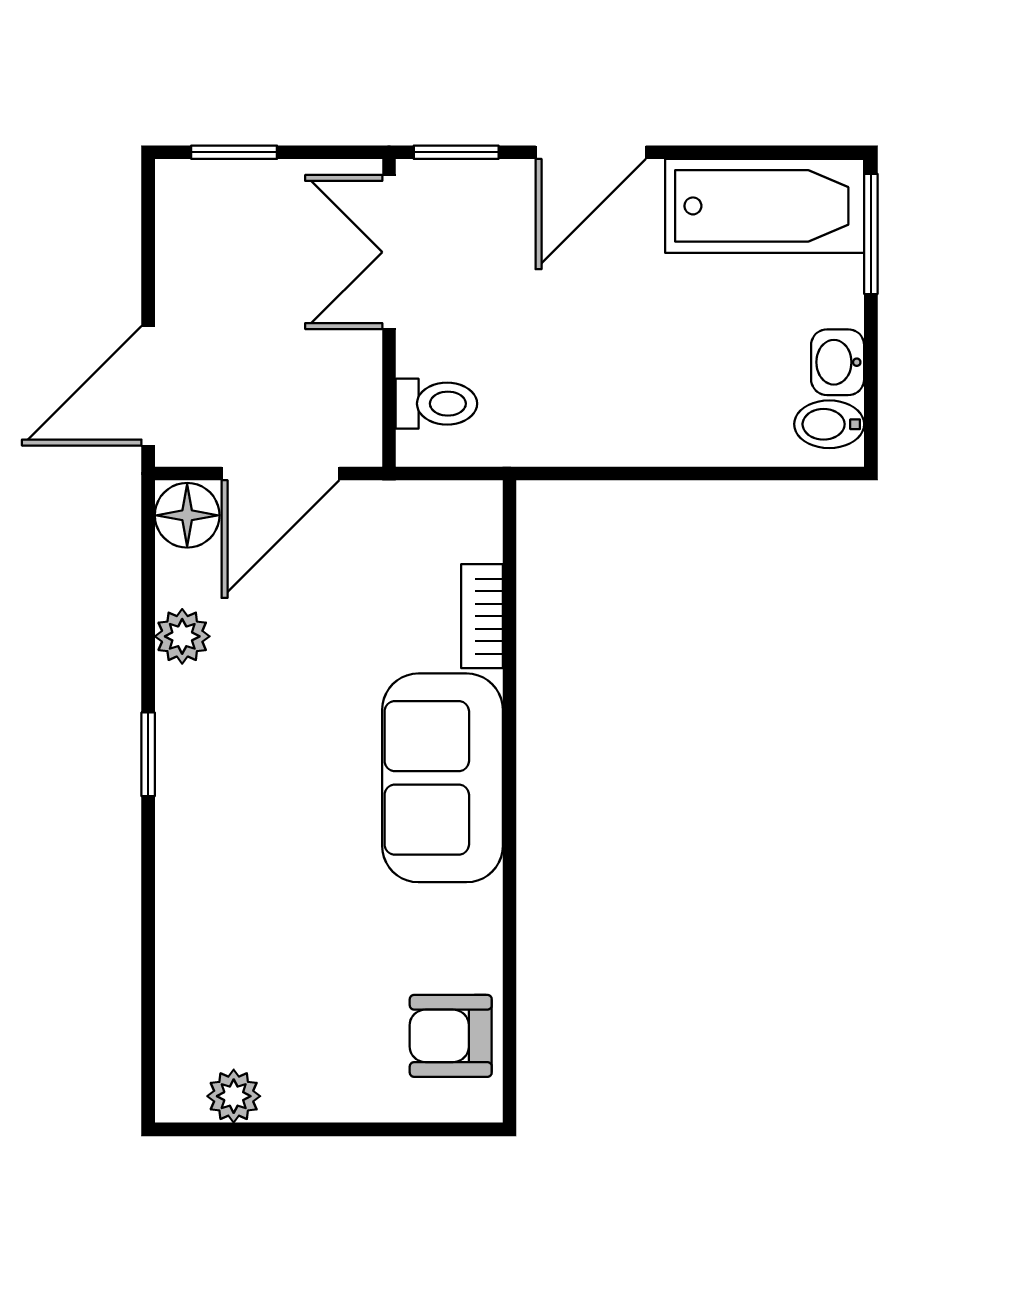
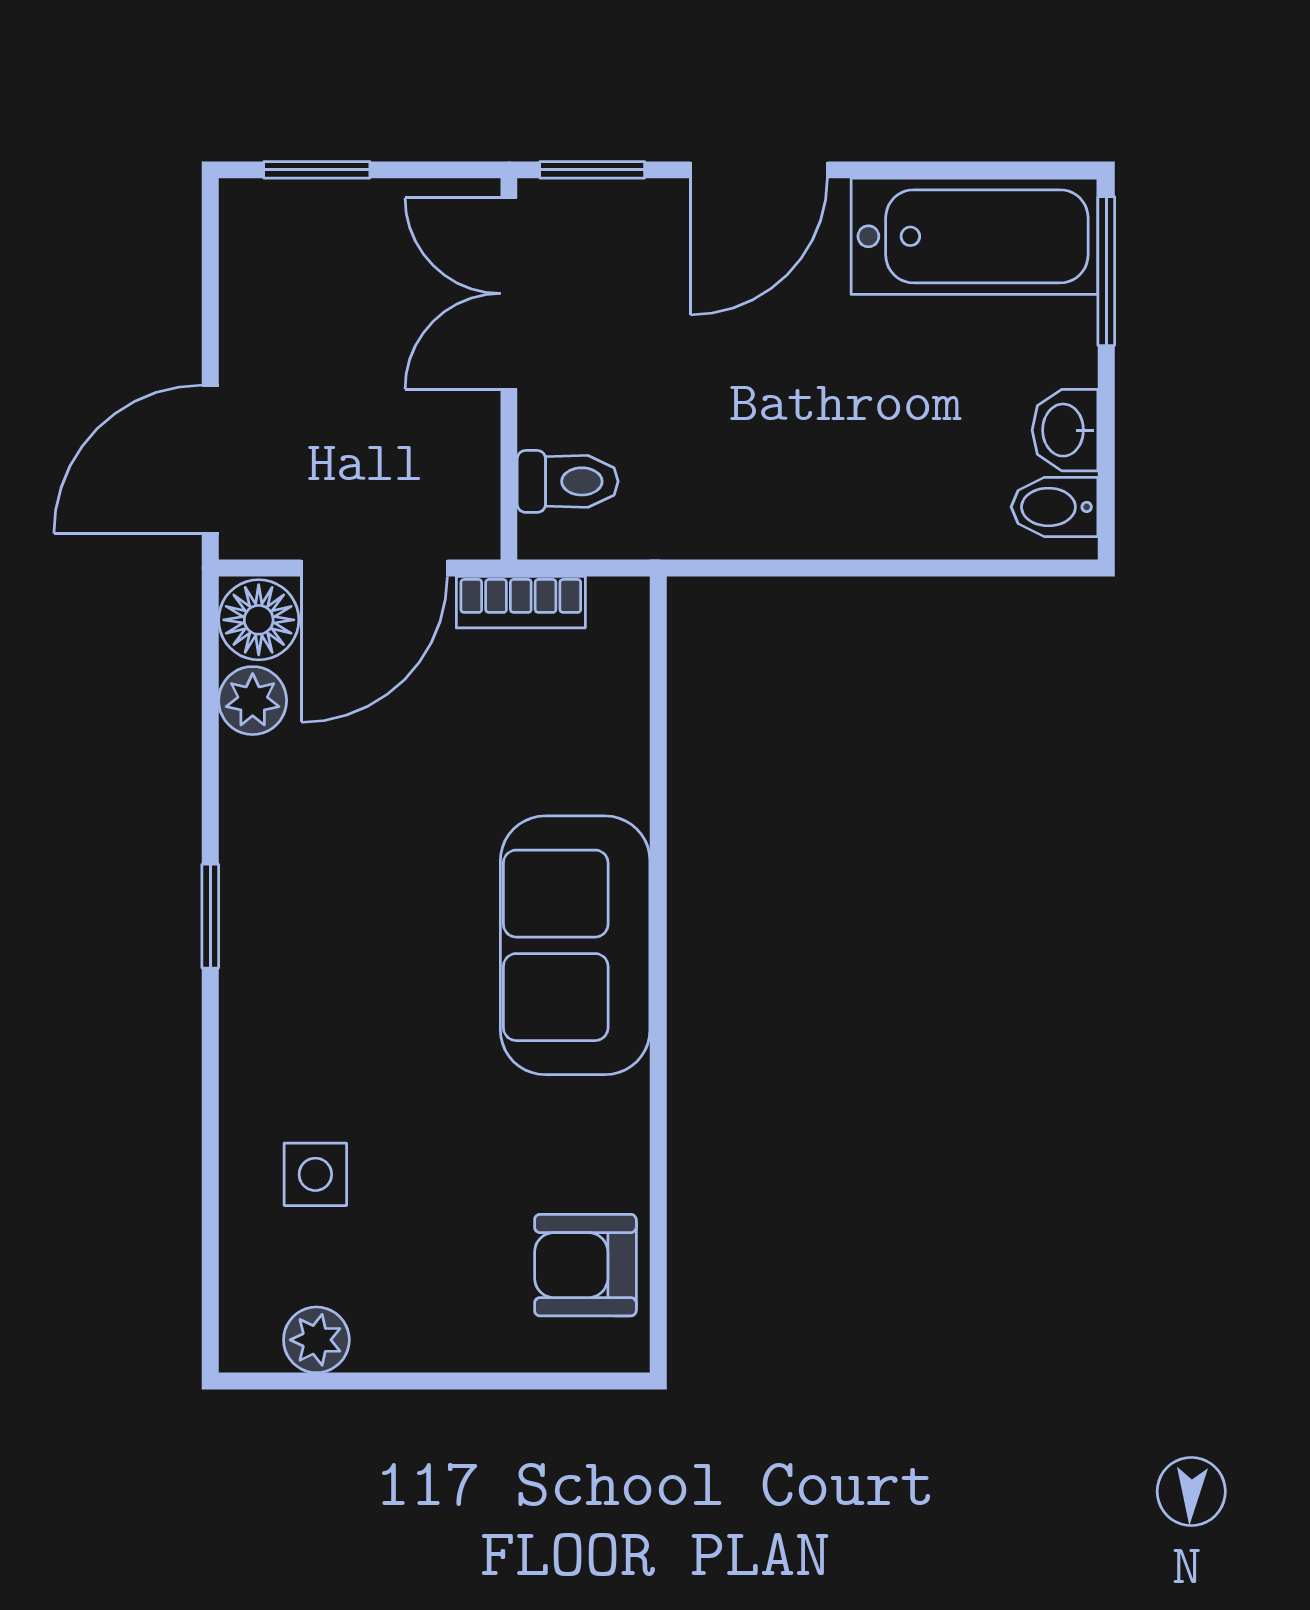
bookcase: (482, 616) -> (521, 602), moved, turned -90
plant: (182, 636) -> (253, 701), moved
side table: (233, 963) -> (315, 1174), added

